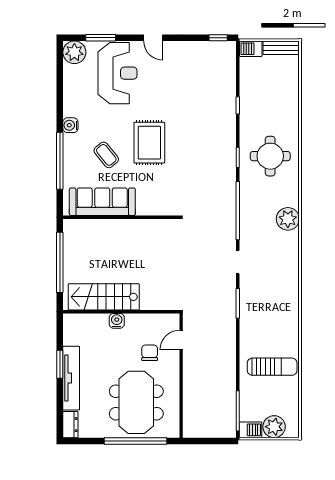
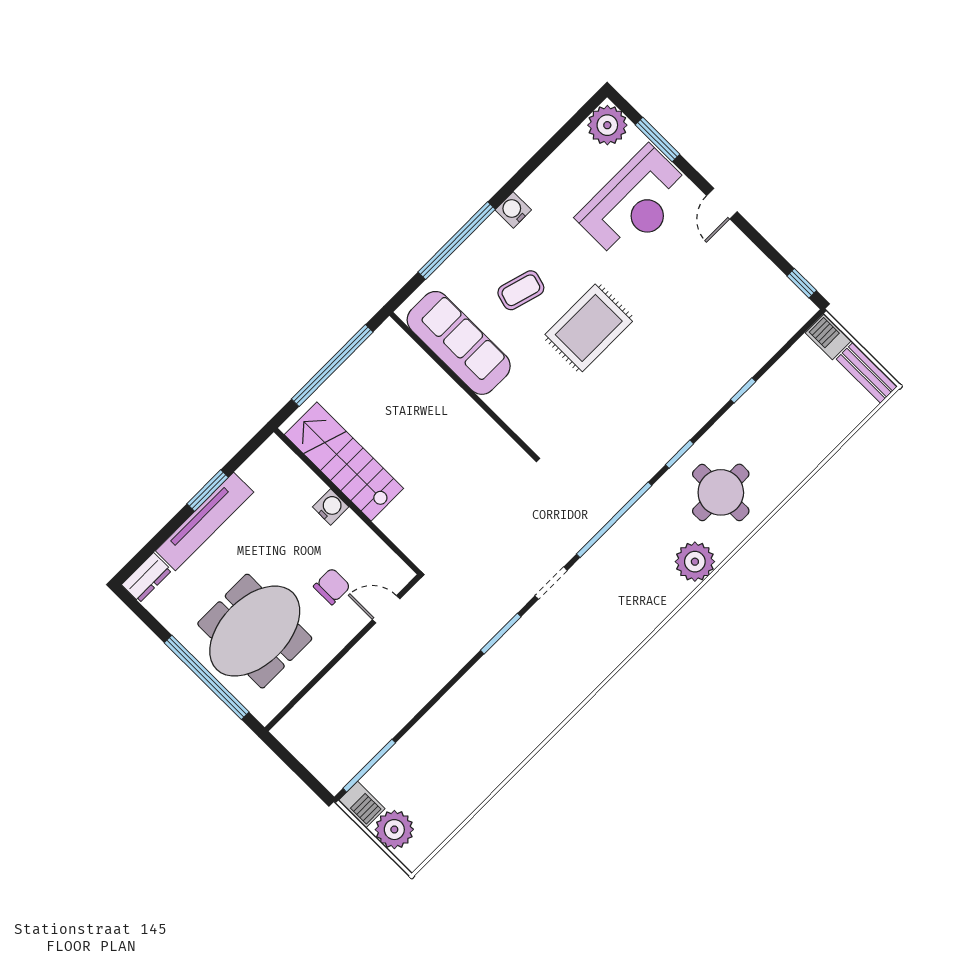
coffee table: (106, 155) -> (521, 290), turned 55
plant: (288, 219) -> (695, 562), moved
sun lounger: (272, 367) -> (465, 753), removed

